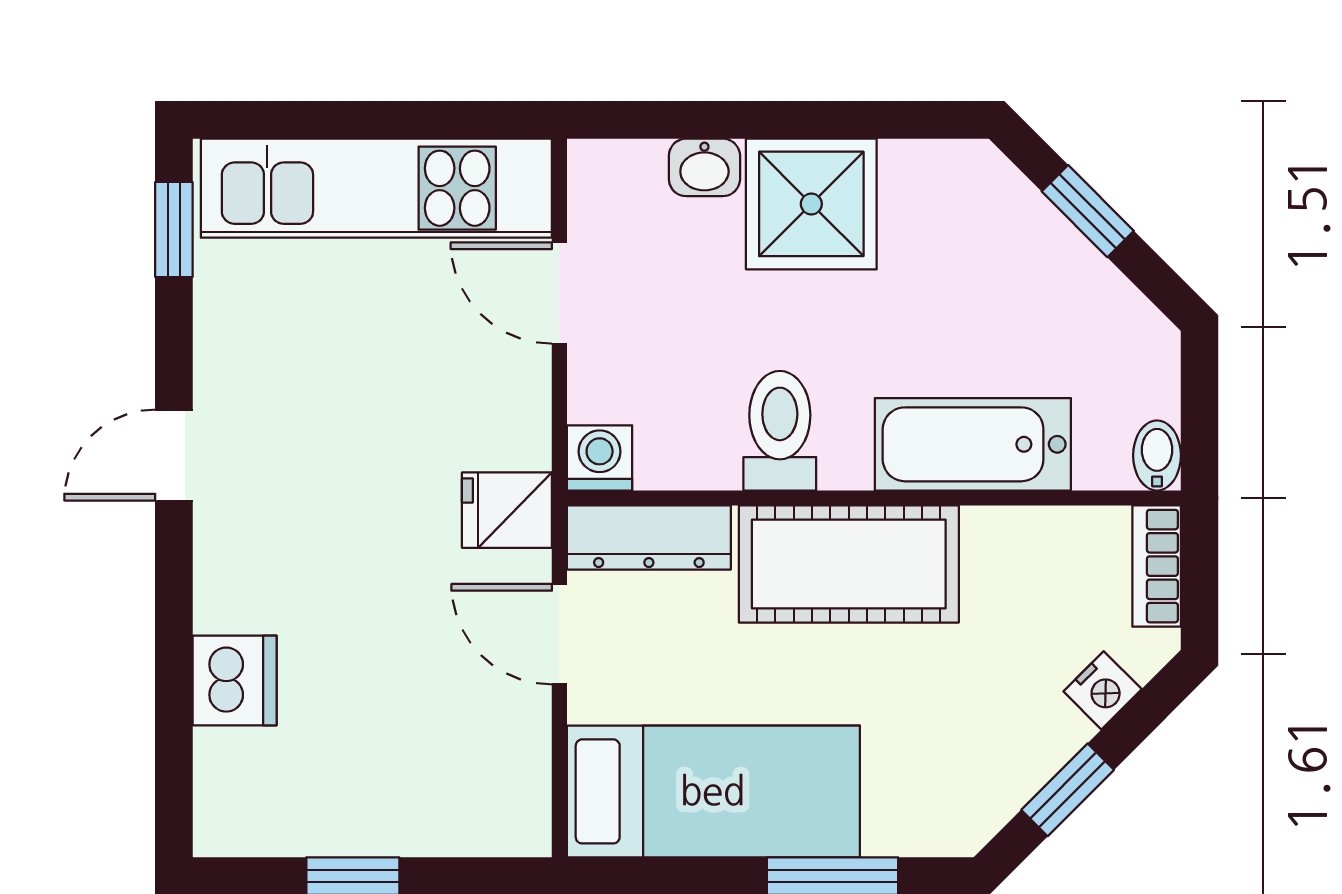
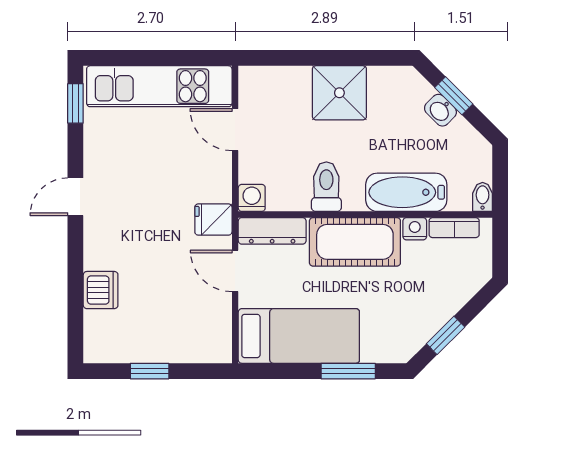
washbasin: (704, 167) -> (440, 110), moved, turned 45
bookcase: (1157, 566) -> (454, 228), moved, turned -90
nightstand: (1103, 690) -> (415, 229), moved, turned -135

